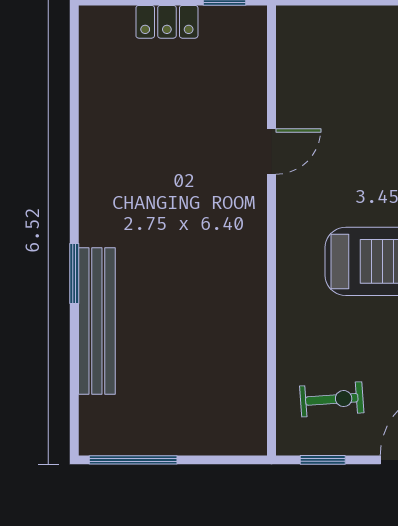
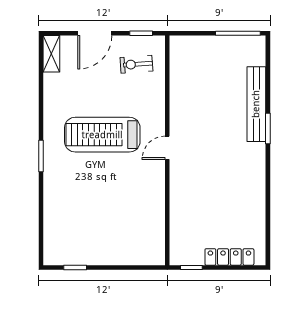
locker: (167, 22) -> (229, 257), width x1.53
door: (271, 152) -> (167, 148), moved

